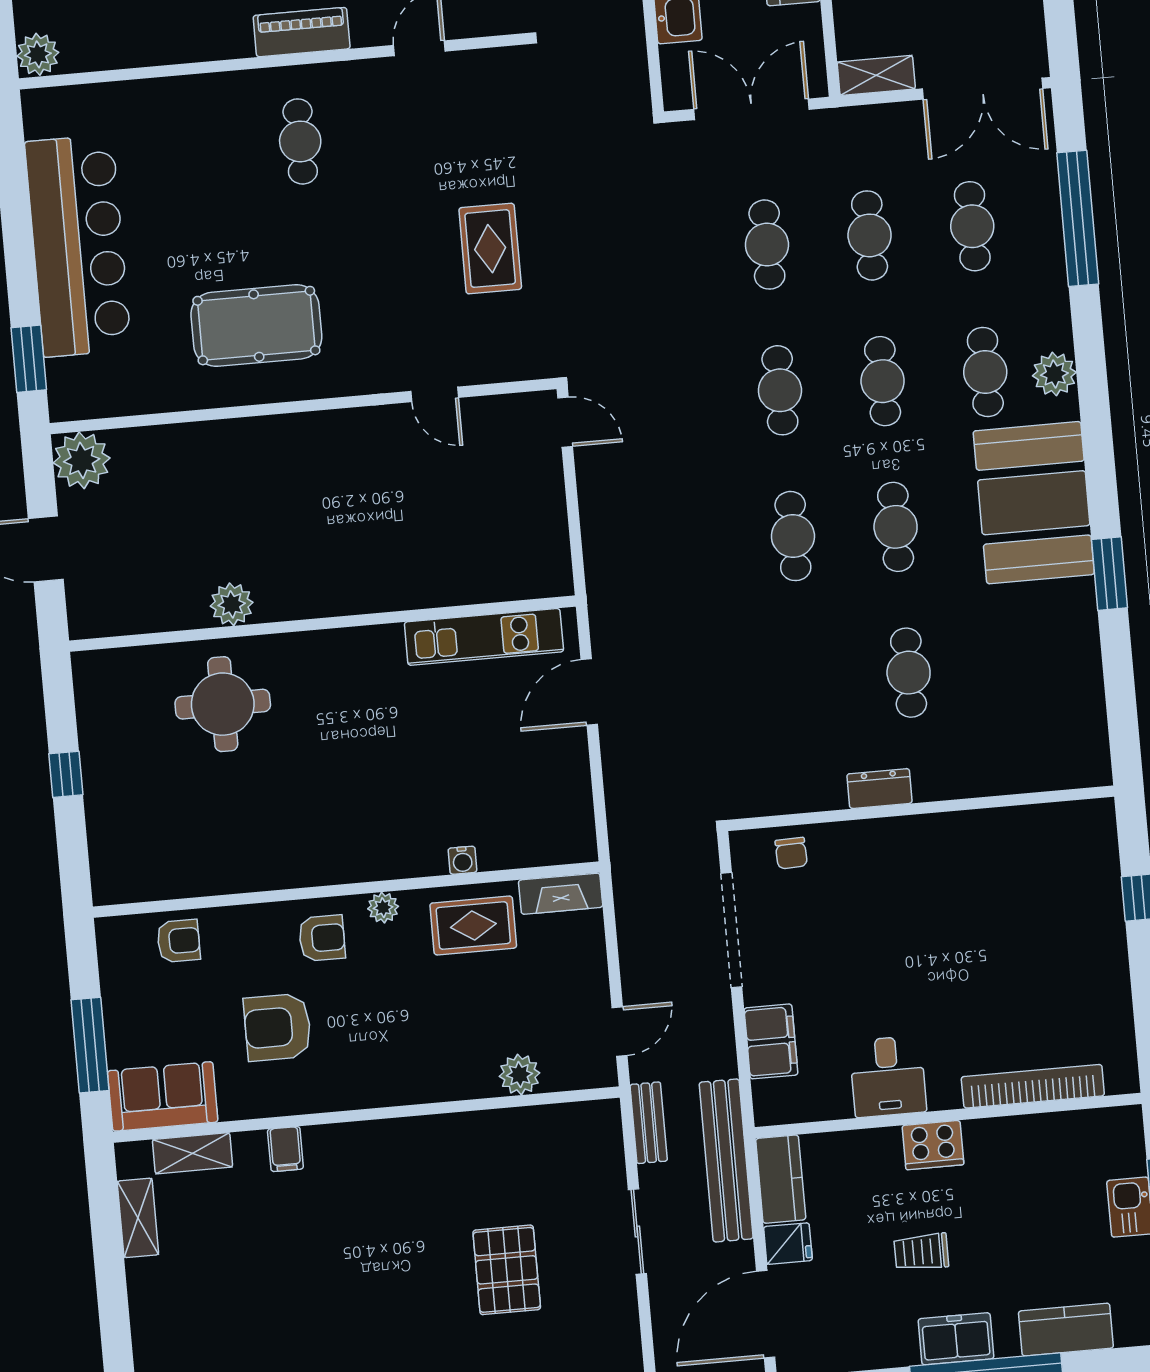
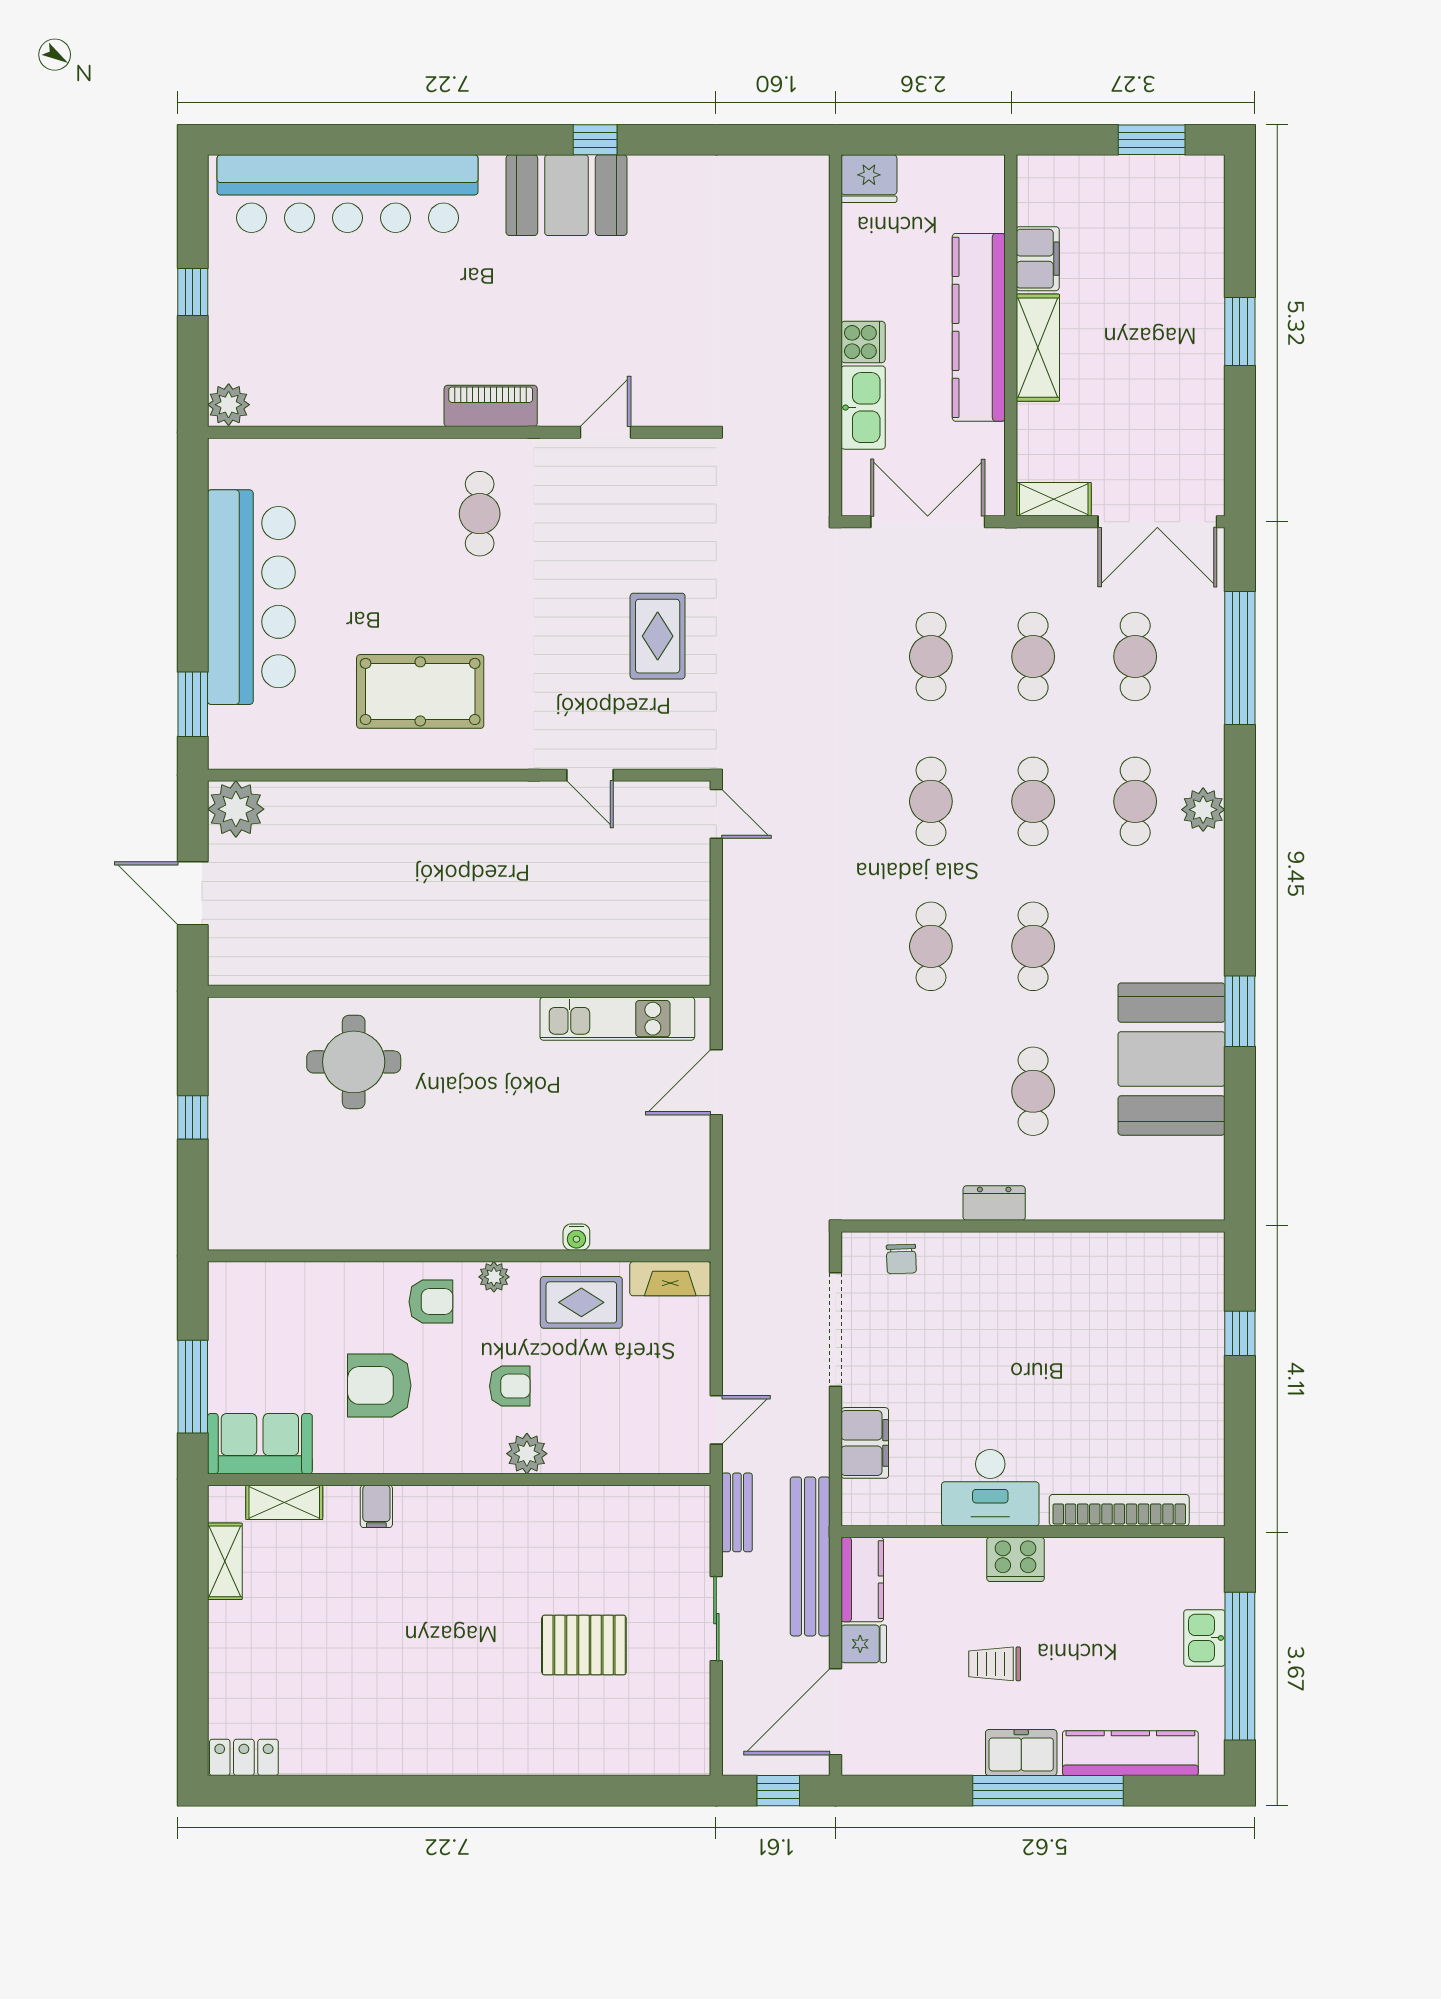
booth: (1034, 503) -> (1172, 1059), moved
plant: (232, 604) -> (371, 964), removed
armchair: (179, 941) -> (510, 1386), moved
plant: (520, 1075) -> (527, 1454), moved
desk: (888, 1076) -> (990, 1488), width x1.37
pallet: (507, 1270) -> (584, 1645), turned 90
kitchen counter: (1066, 1330) -> (1130, 1753), width x1.50

